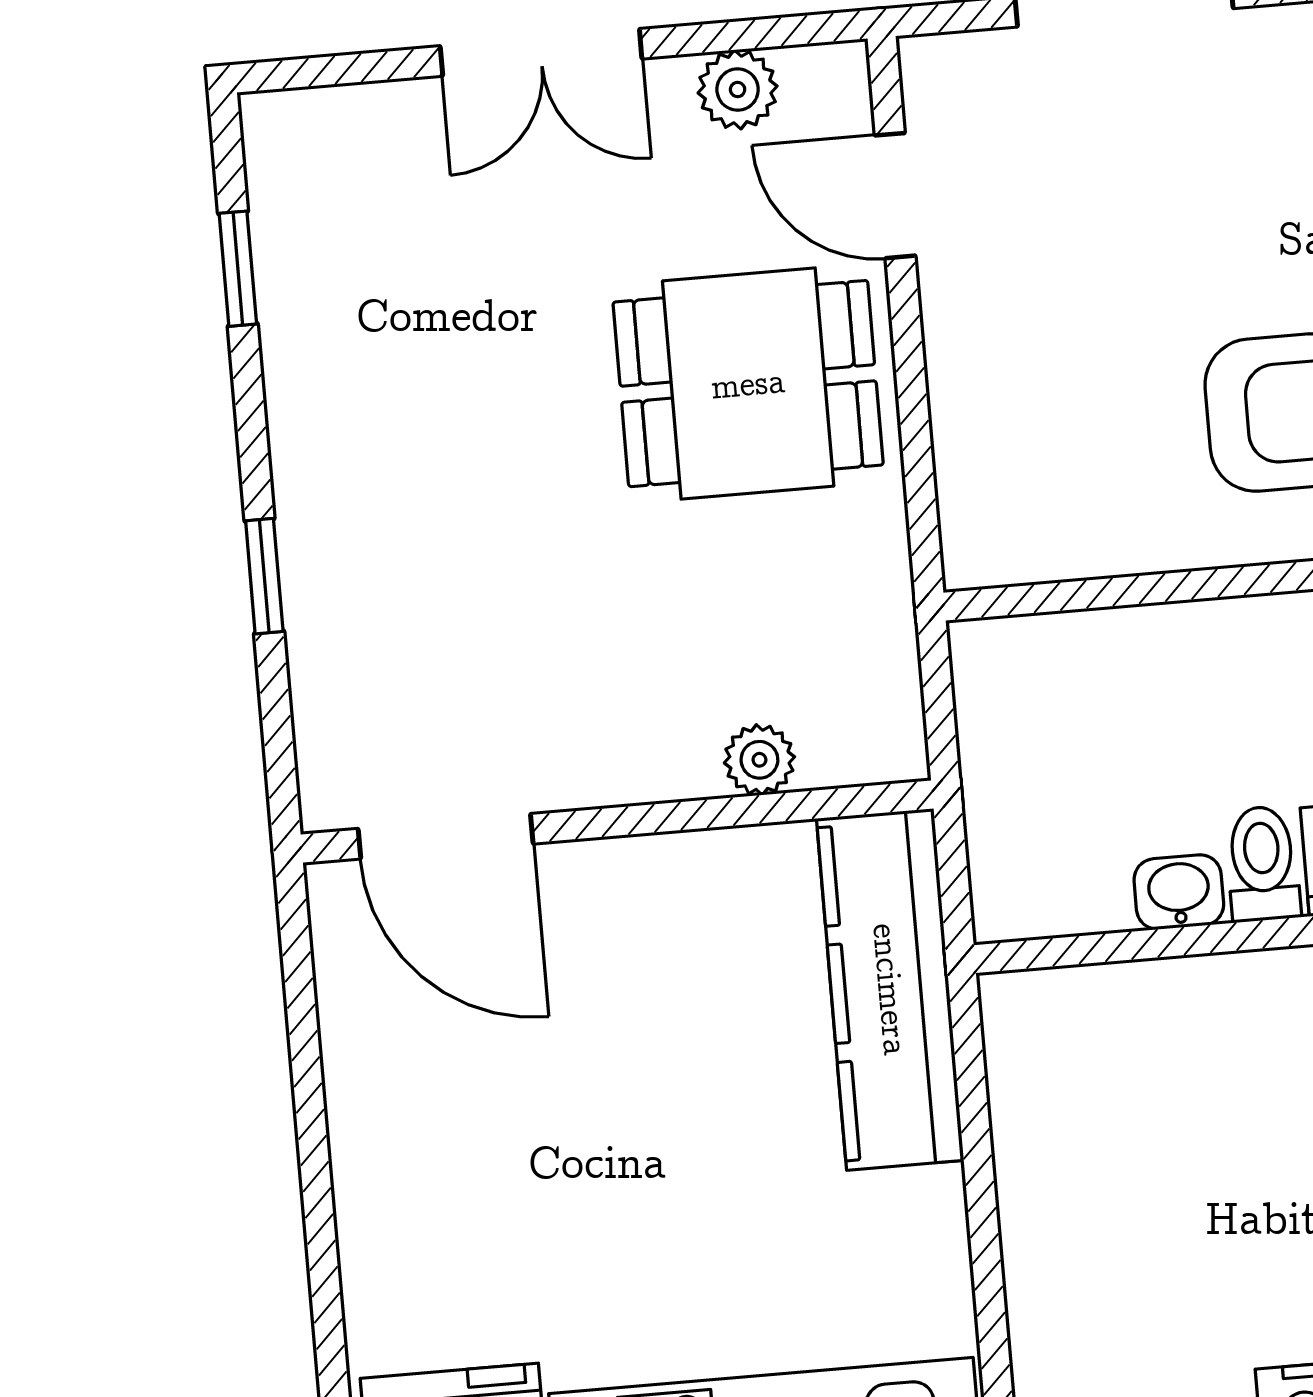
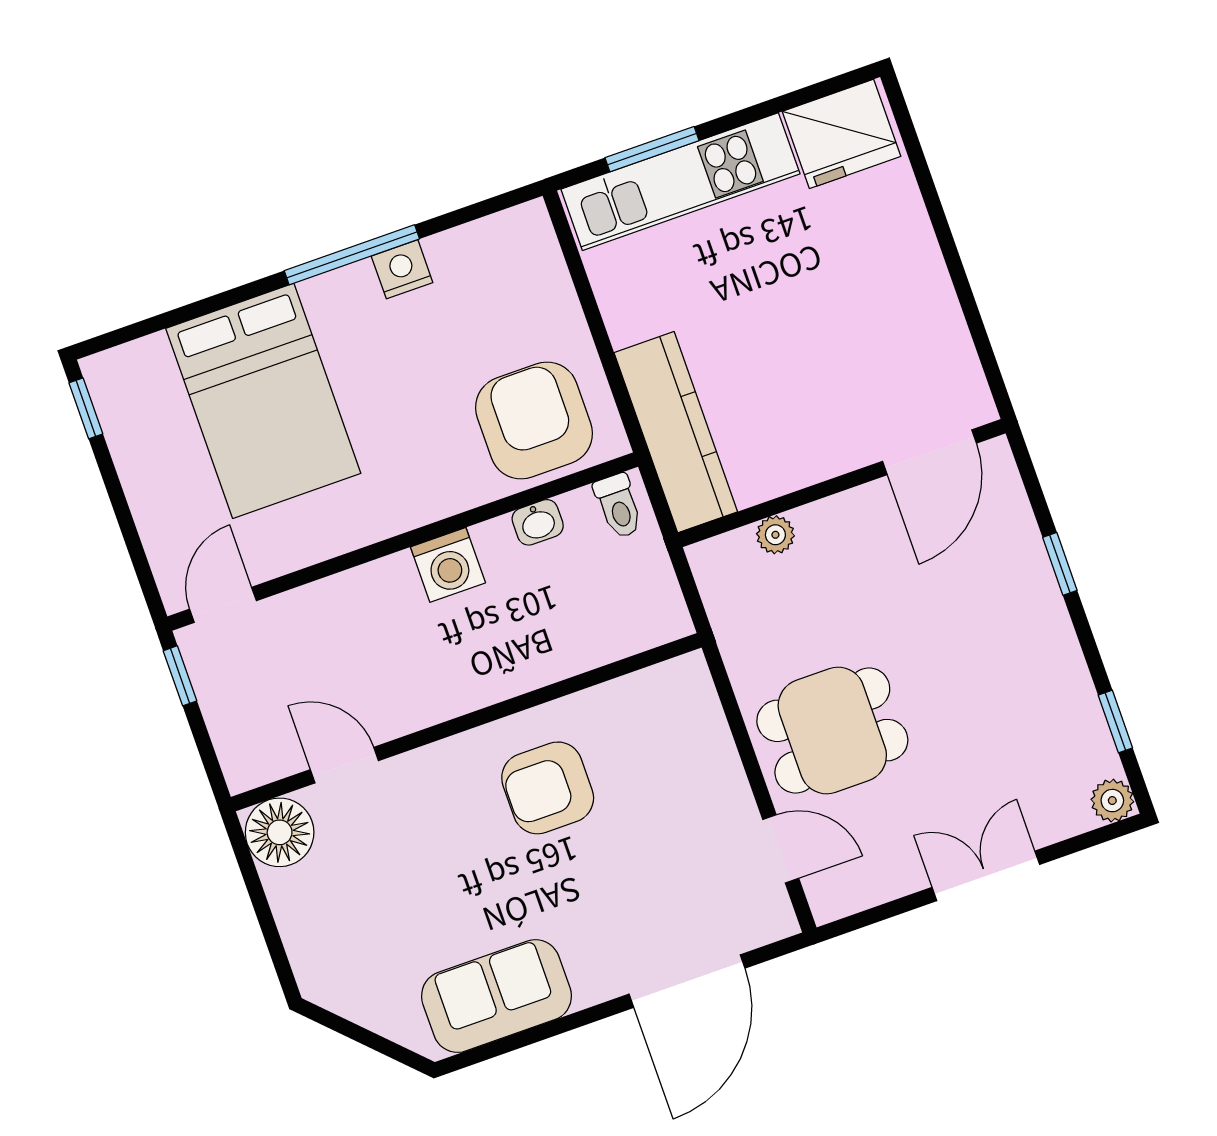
plant: (738, 89) -> (1112, 801), moved
door: (446, 836) -> (930, 452), swing flipped
toilet: (1263, 864) -> (618, 506), moved
armchair: (1138, 1076) -> (534, 421), added

